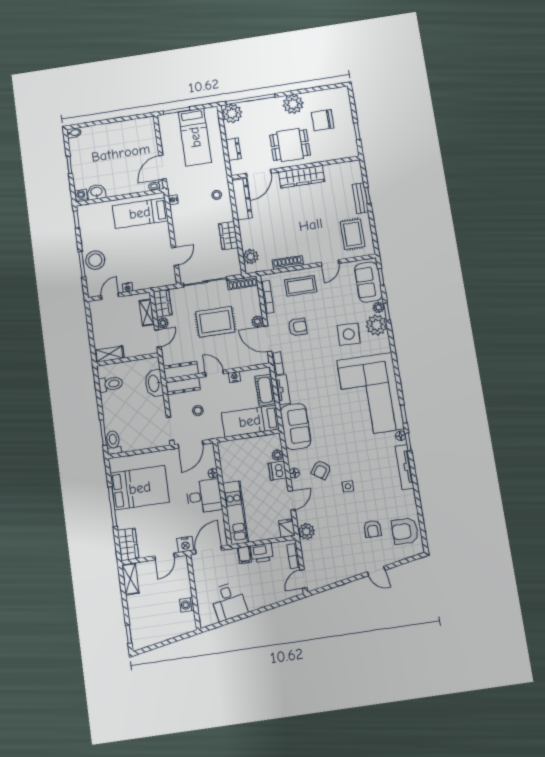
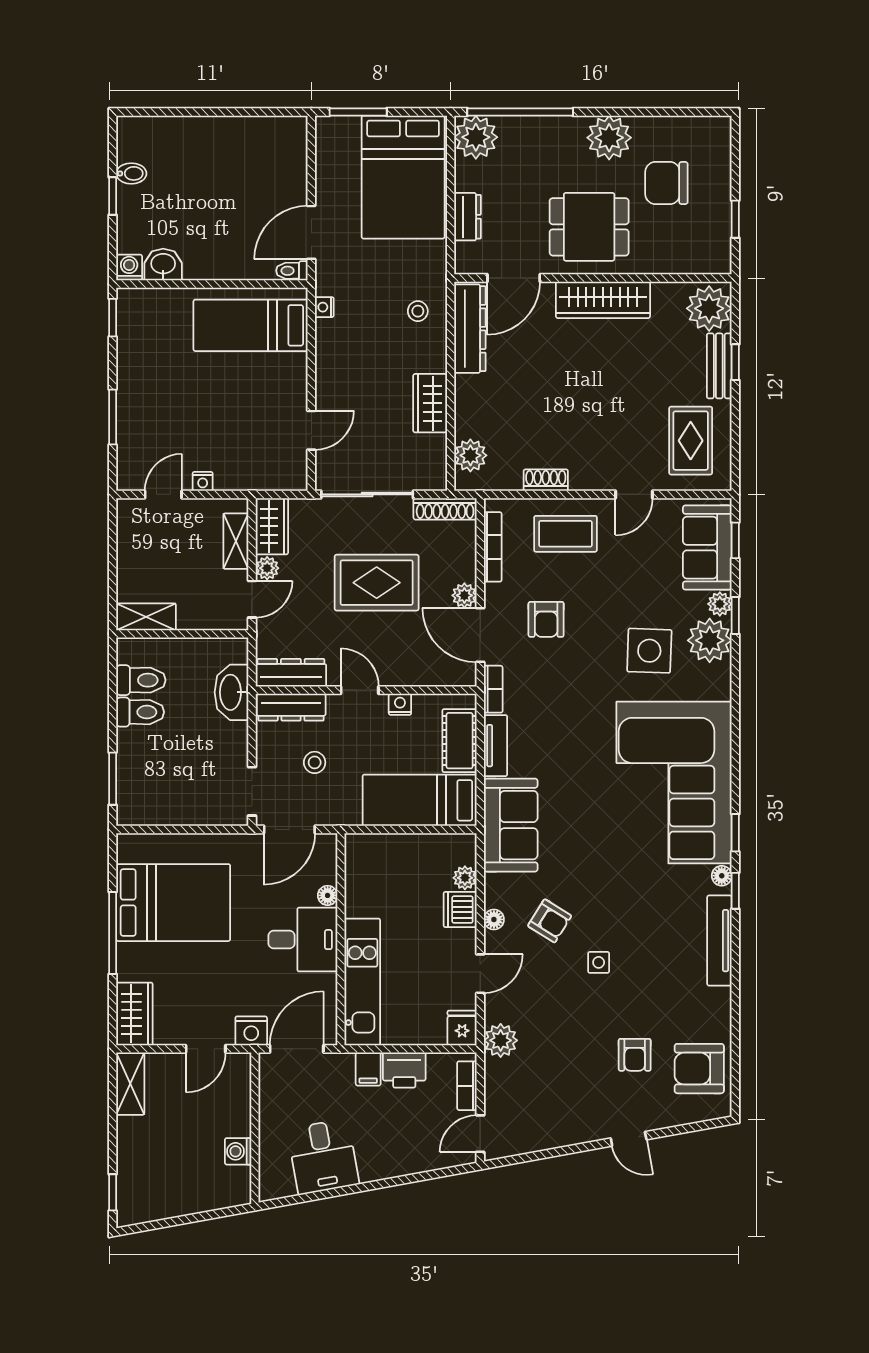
bidet: (74, 133) -> (131, 173), moved
bed: (195, 137) -> (403, 177), width x1.50
plant: (351, 173) -> (709, 308), added
stool: (95, 260) -> (142, 412), removed
shoe rack: (288, 263) -> (546, 480), width x0.70
armchair: (298, 327) -> (546, 619), turned 90
toilet: (113, 442) -> (140, 712), moved, turned 90
armchair: (321, 470) -> (550, 921), turned -93

